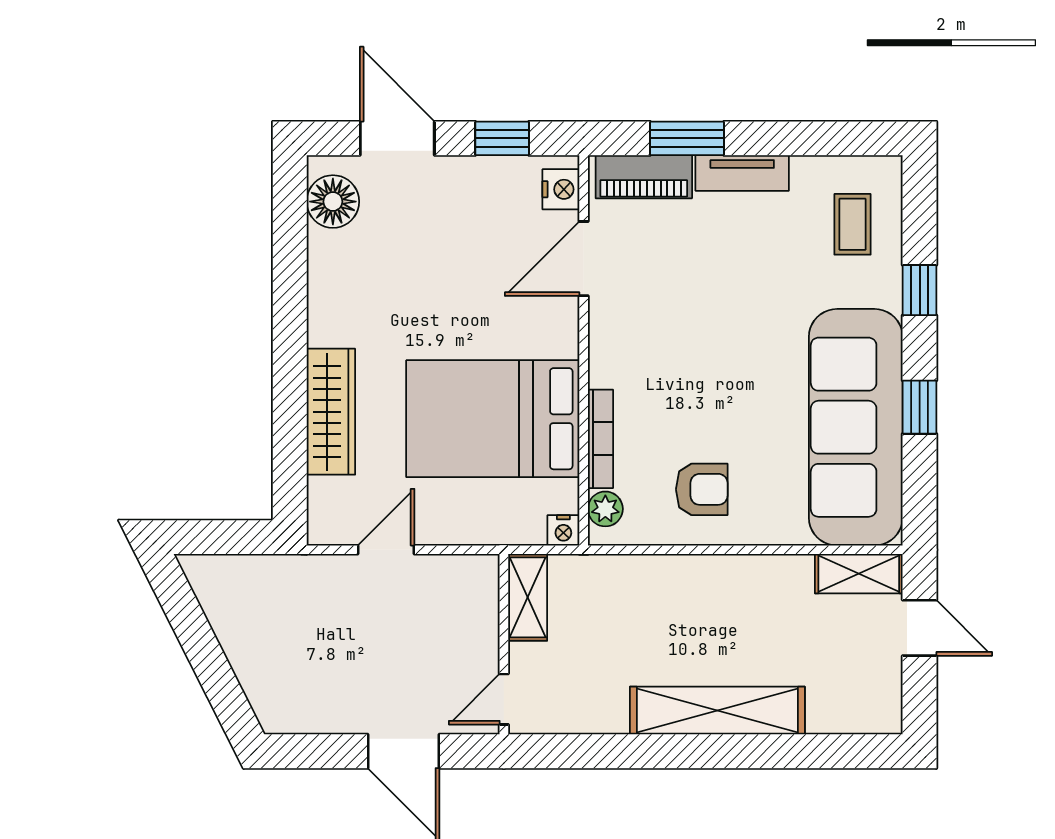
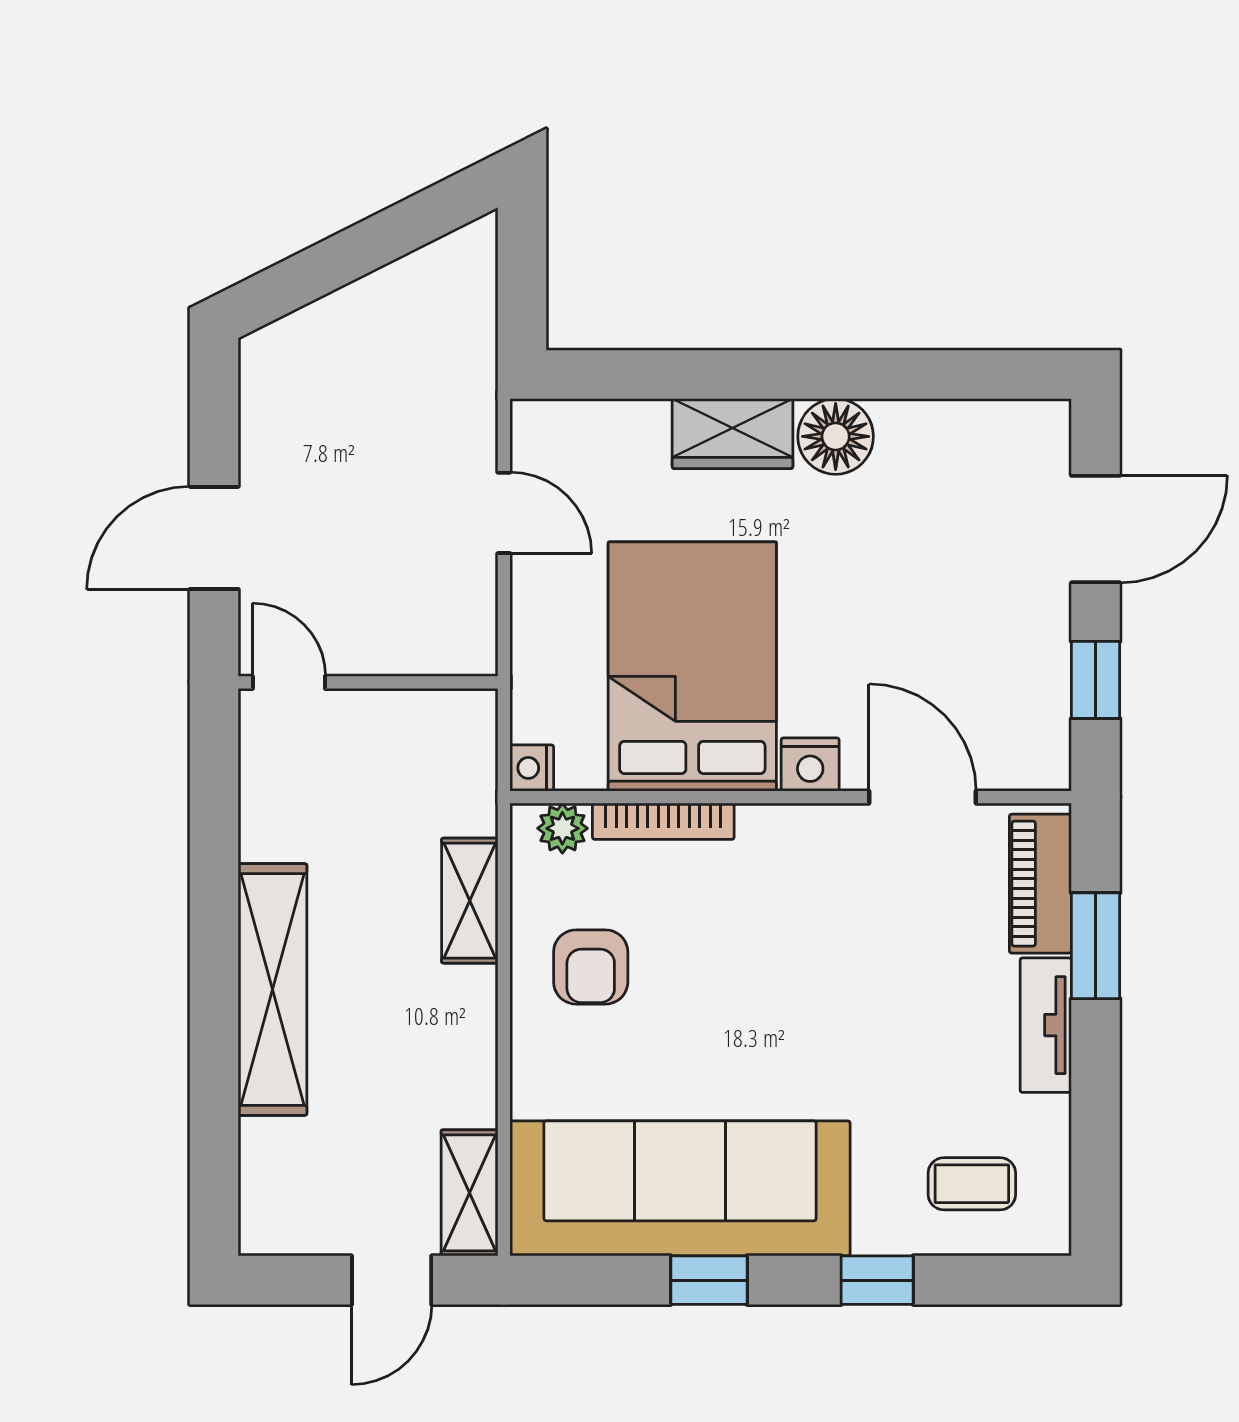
nightstand: (561, 189) -> (810, 764), moved
floor lamp: (333, 202) -> (836, 436), moved
wardrobe: (331, 412) -> (733, 434), width x0.67
shelving: (528, 597) -> (470, 901), moved, turned 90

